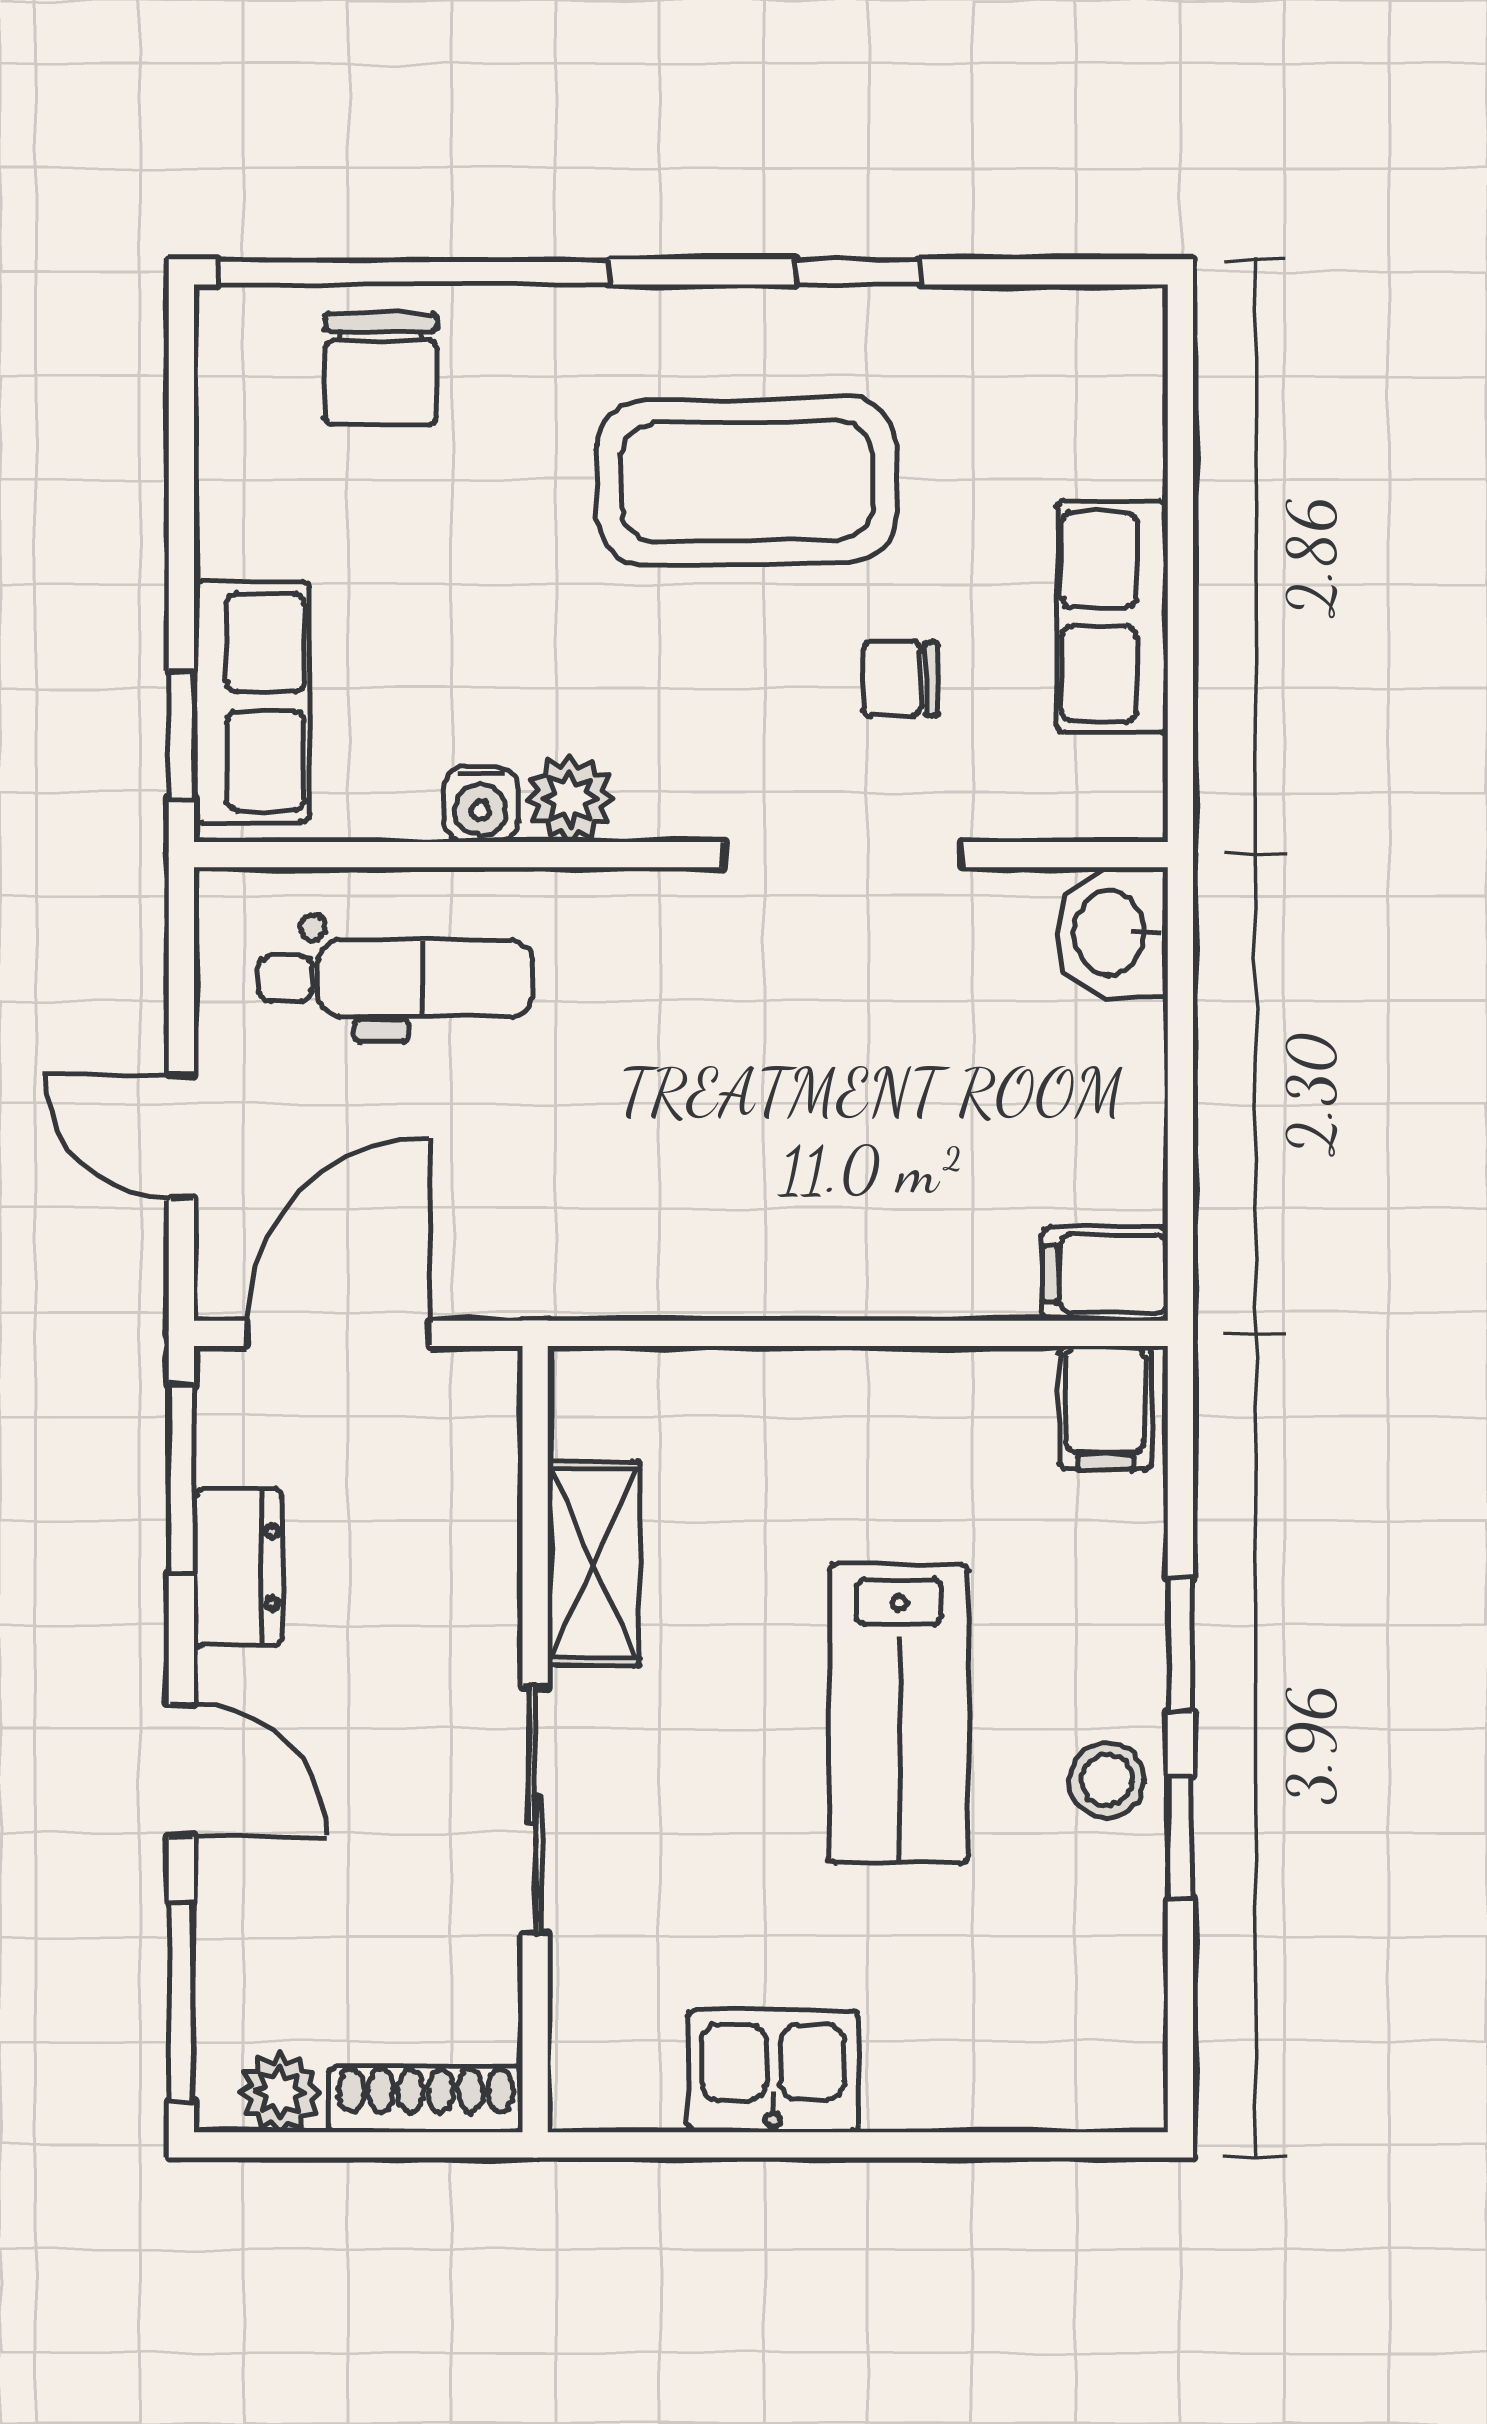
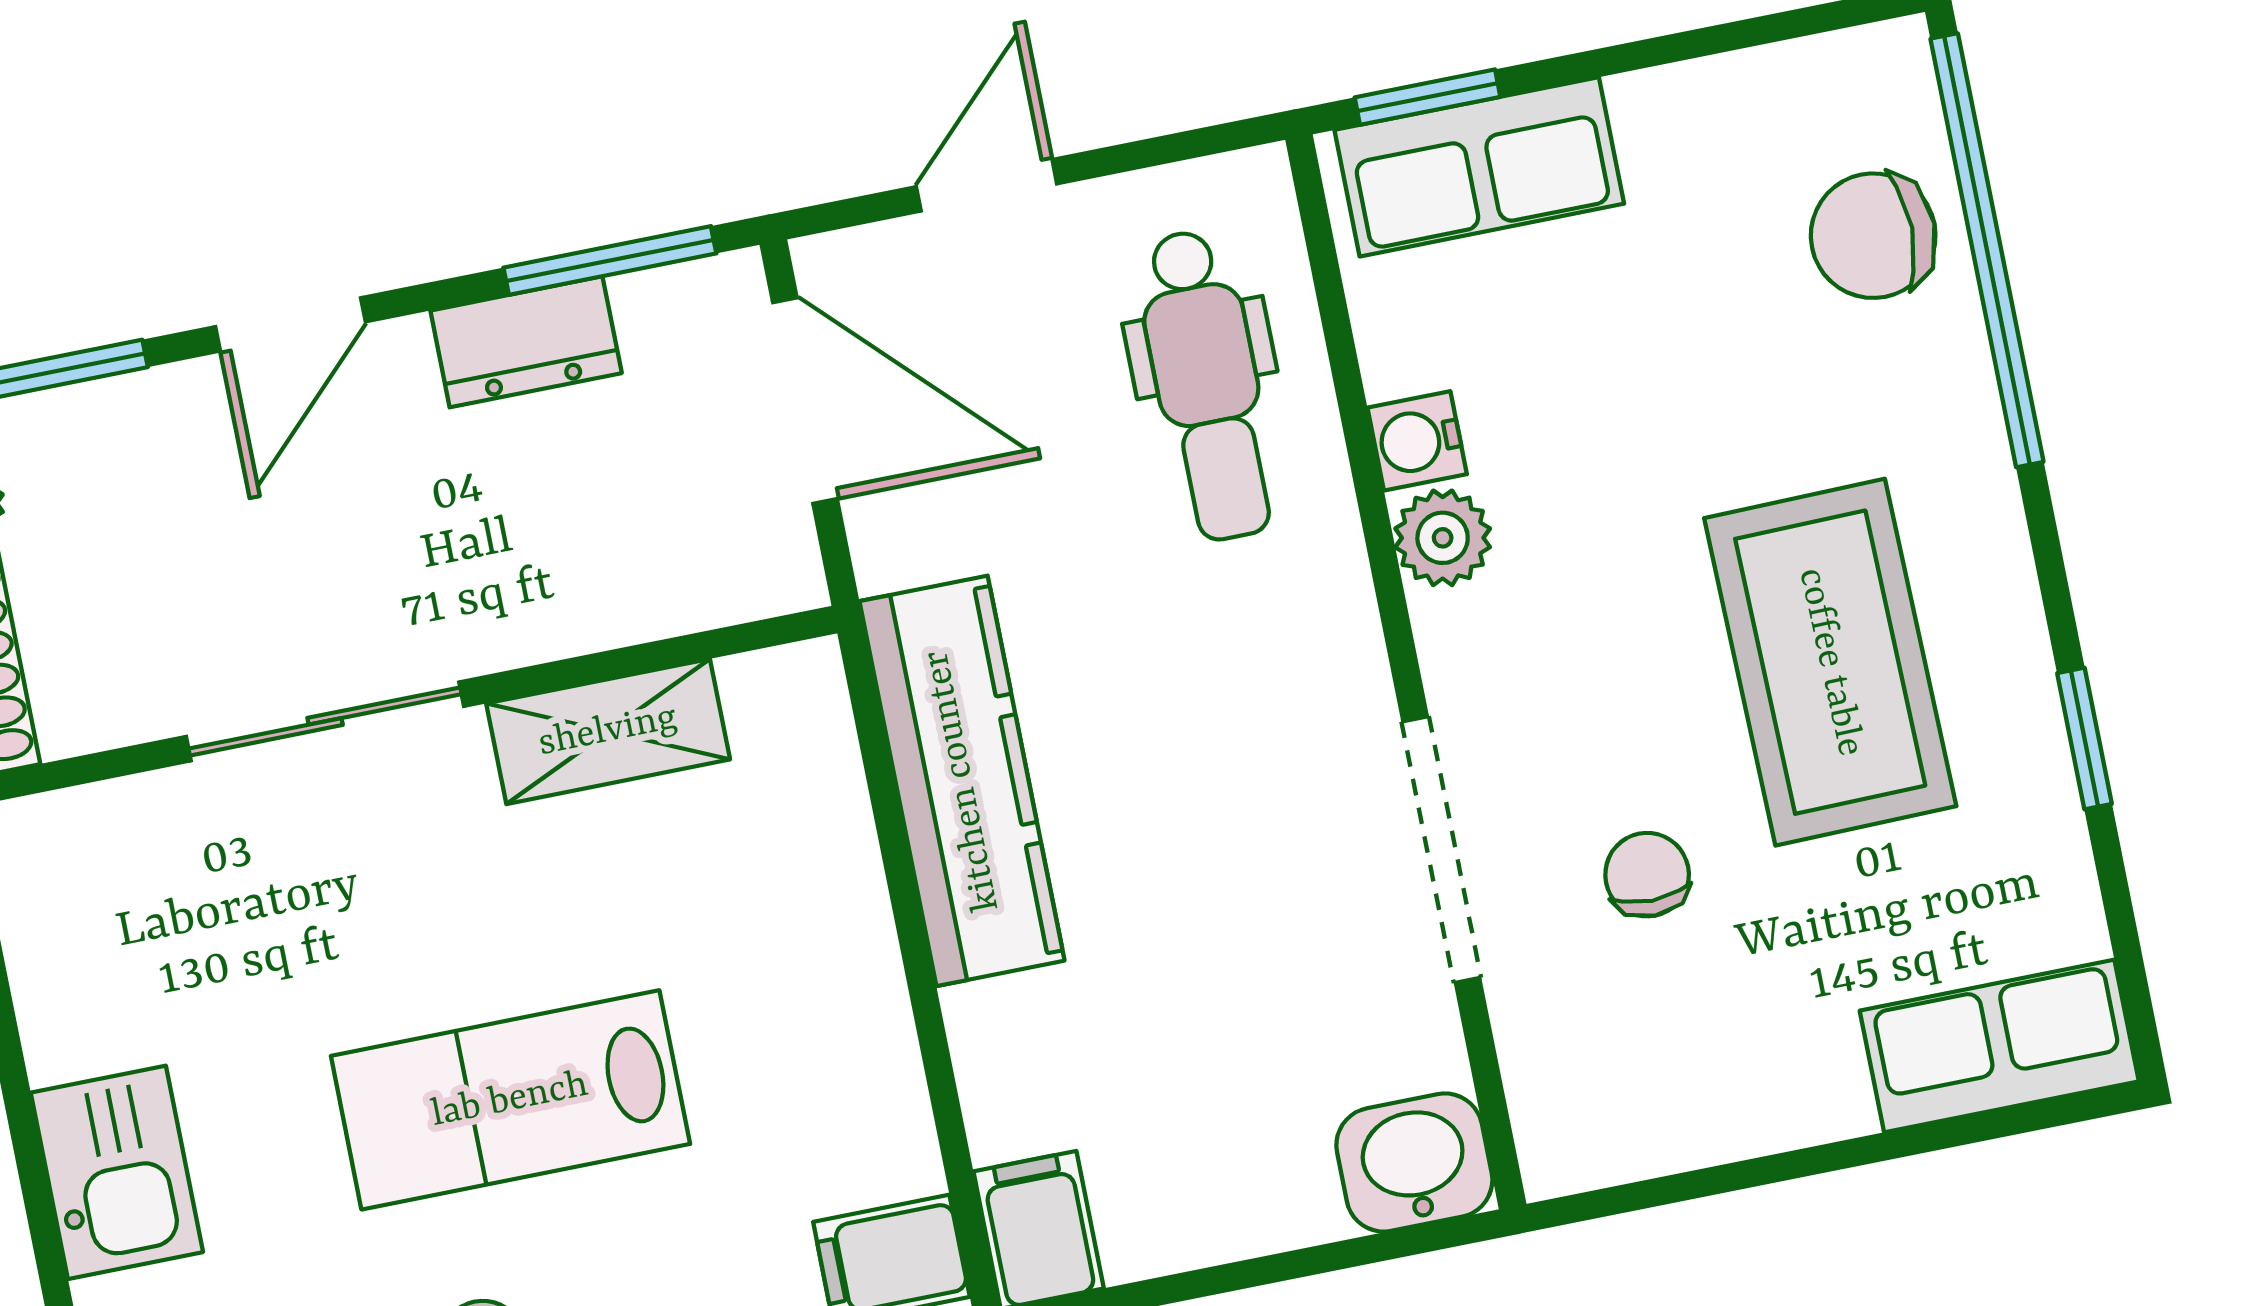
row of seats: (1112, 617) -> (1999, 1046), moved
kitchen counter: (699, 1262) -> (962, 781), added
kitchen sink: (773, 2071) -> (117, 1172), moved

